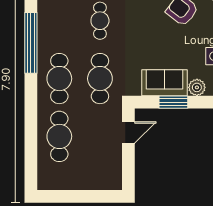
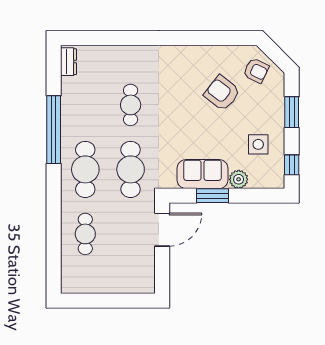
door: (128, 133) -> (162, 230), width x1.38
cafe table: (59, 136) -> (85, 234), width x0.73, depth x0.74

